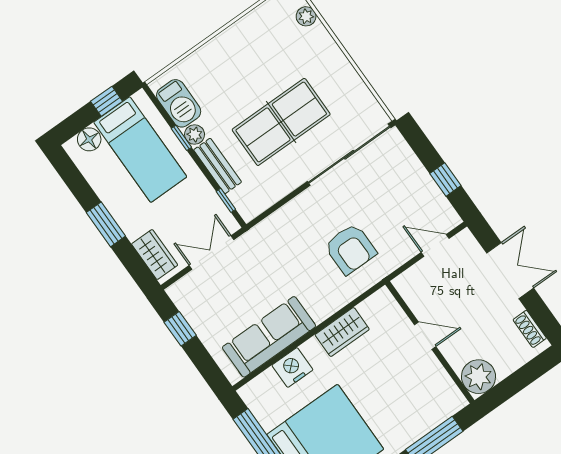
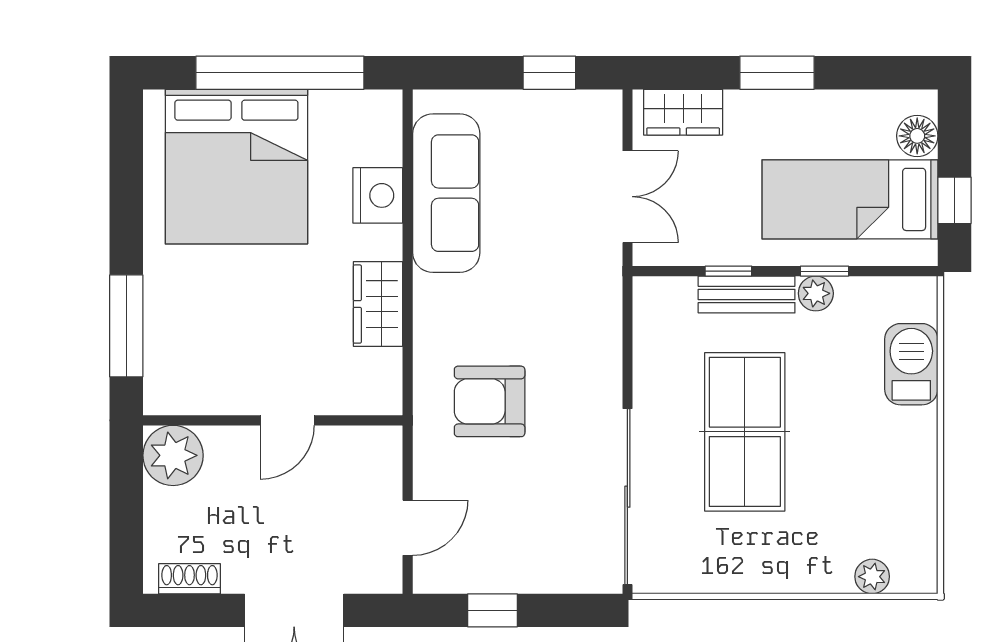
barbecue: (179, 103) -> (911, 364), moved, turned 90
window: (226, 200) -> (728, 271), moved

